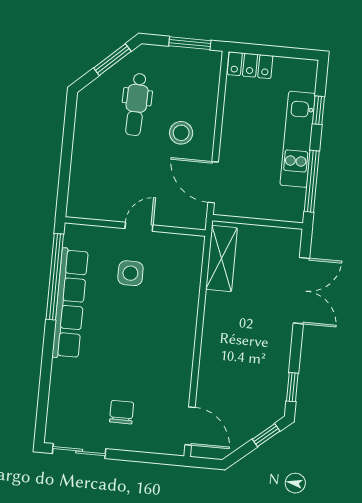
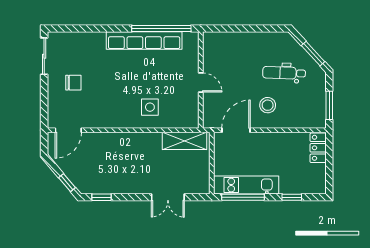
kitchen unit: (298, 139) -> (246, 185), moved
side table: (130, 273) -> (150, 107), moved
double door: (301, 291) -> (168, 197), width x0.73

